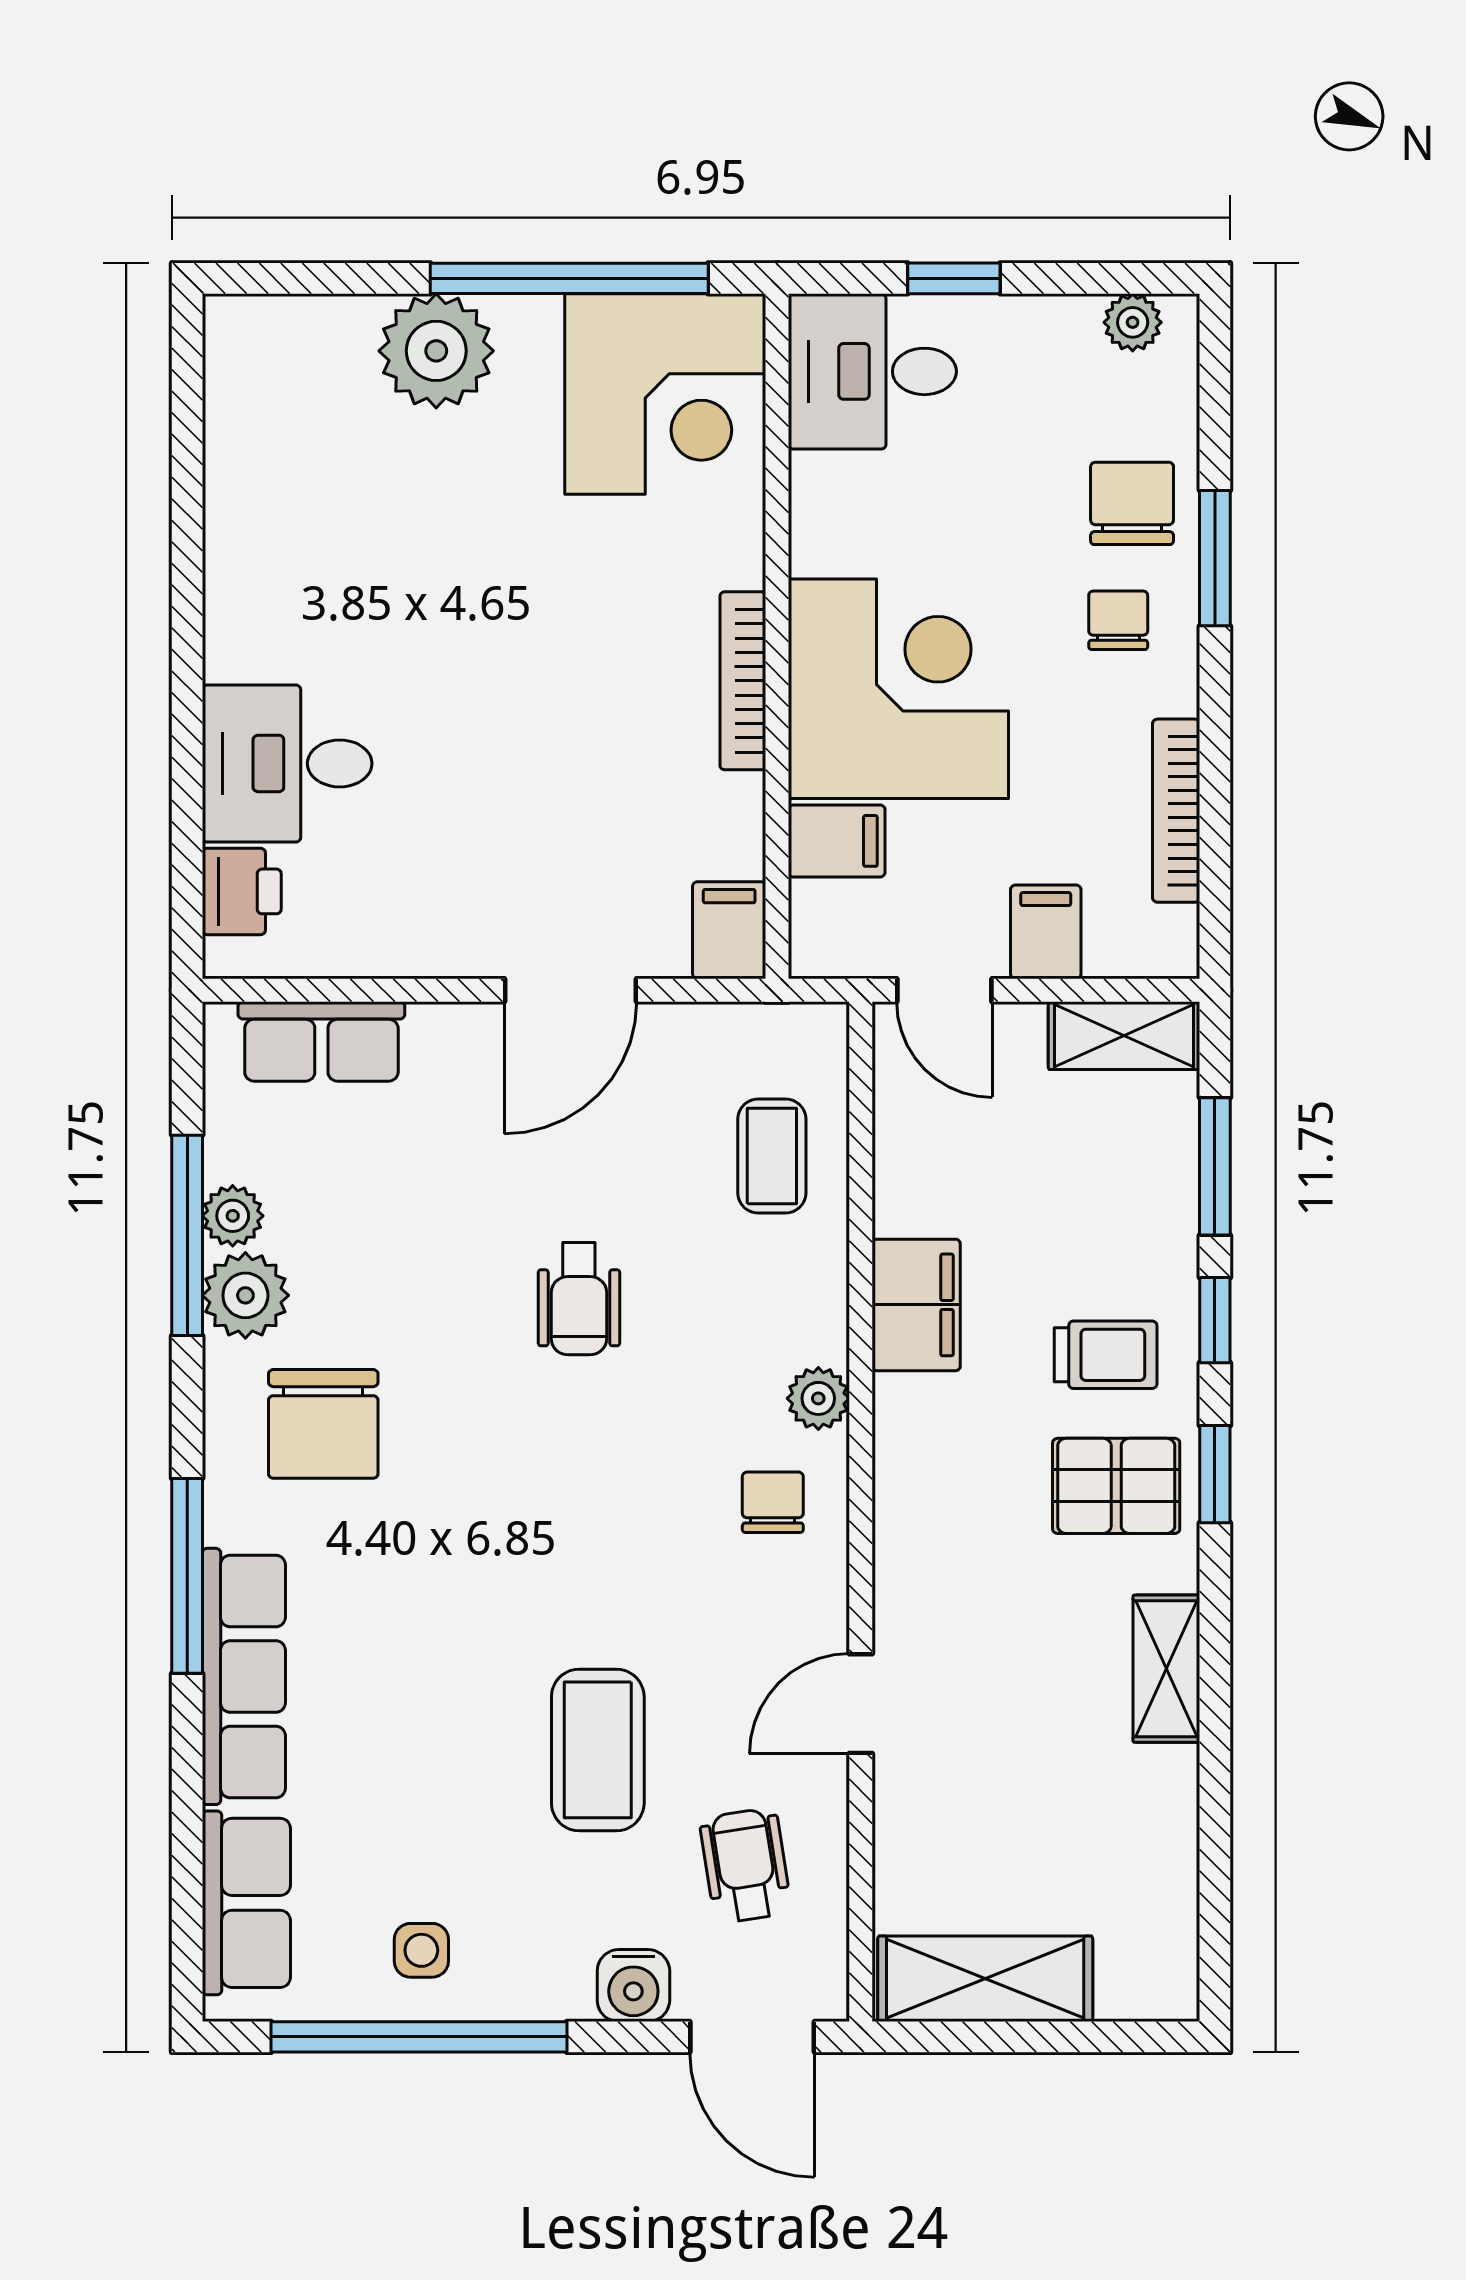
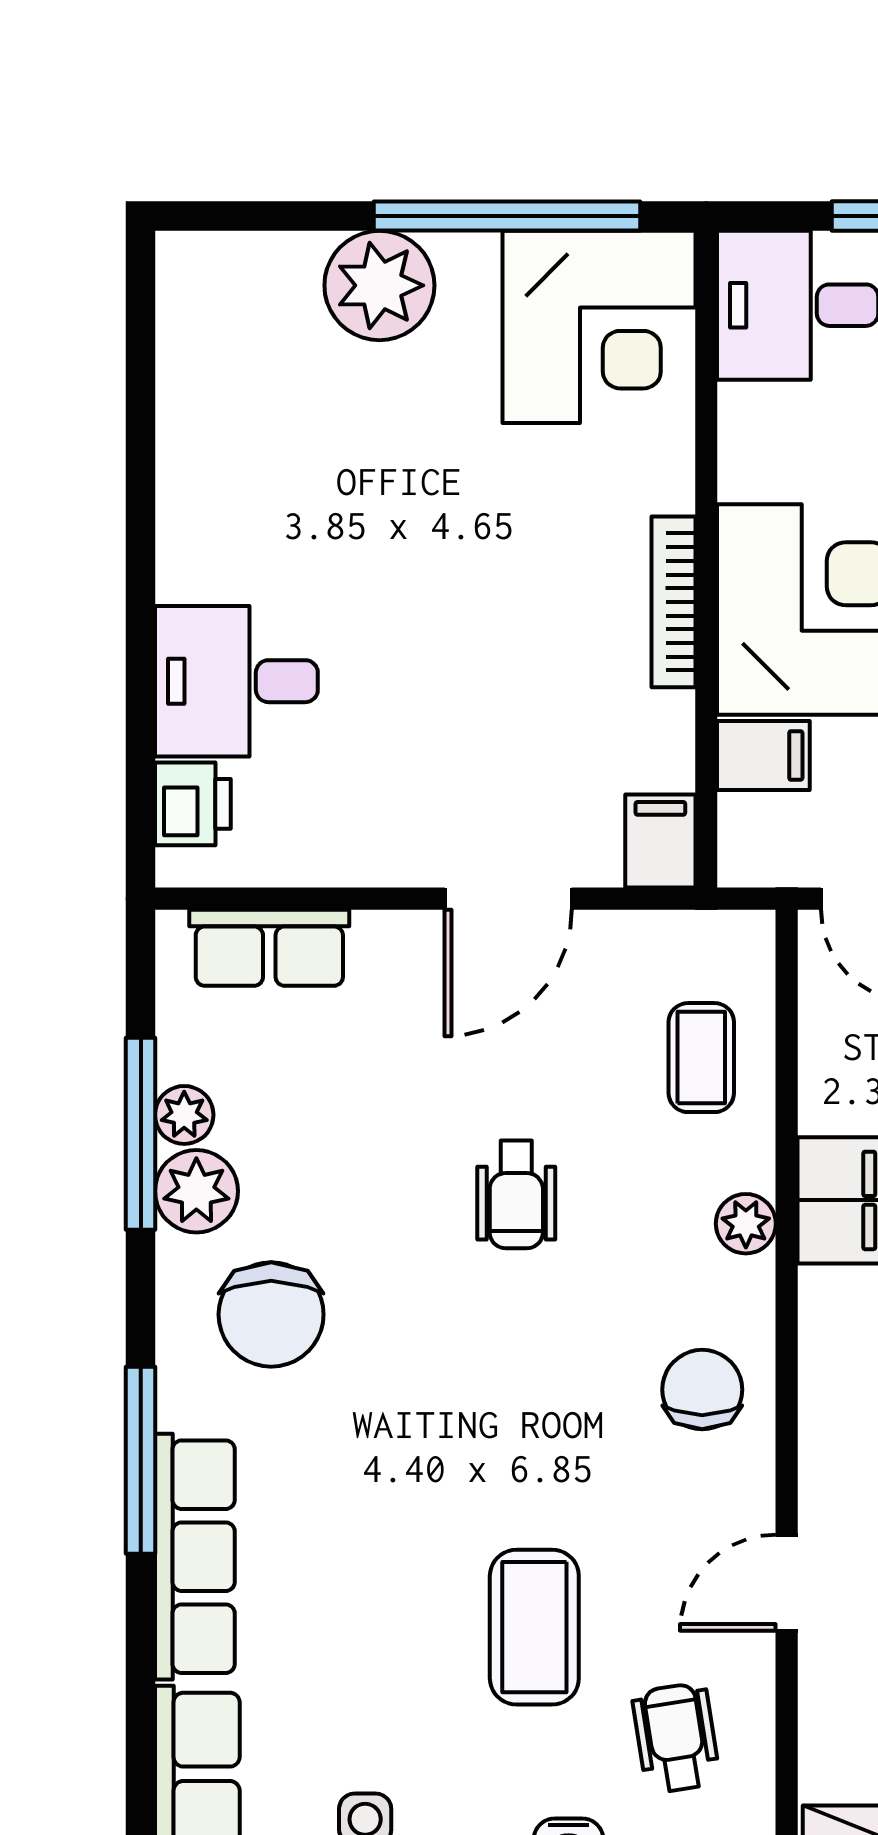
plant: (818, 1398) -> (746, 1224), moved
chair: (773, 1502) -> (702, 1390), width x1.37, depth x1.37

